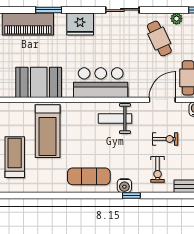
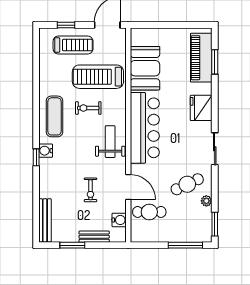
window: (49, 10) -> (215, 62), moved
bar counter: (101, 83) -> (145, 128), width x1.36
exercise bike: (158, 169) -> (88, 108), moved

